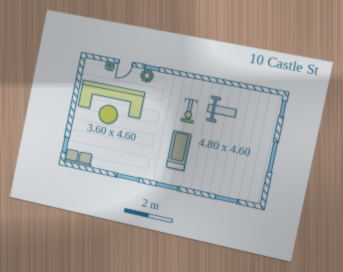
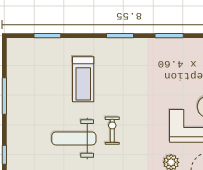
weight bench: (222, 111) -> (74, 138), width x1.36, depth x1.33
treadmill: (179, 151) -> (83, 79), moved

